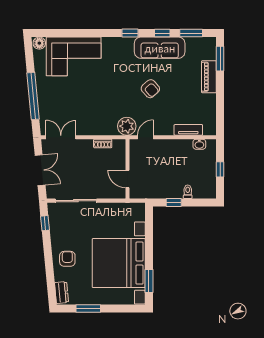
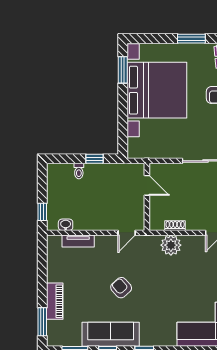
plant: (127, 126) -> (171, 245), moved
window: (220, 169) -> (42, 212), moved

